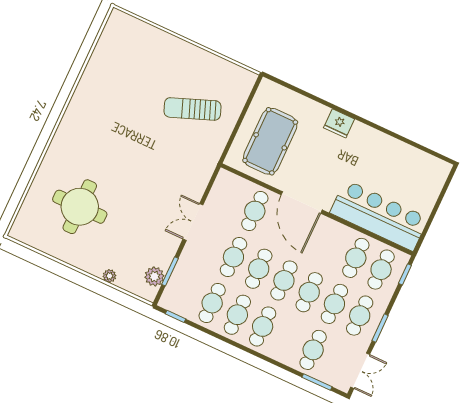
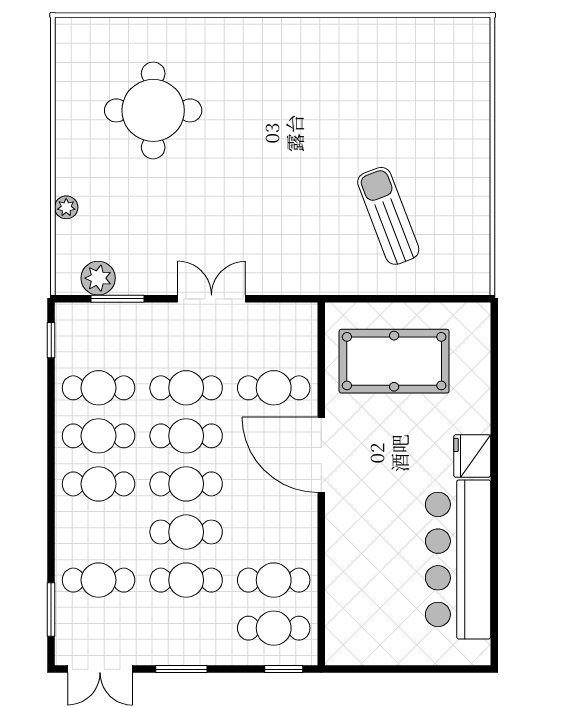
door: (302, 202) -> (321, 455), hinge flipped
bar counter: (379, 215) -> (458, 559), moved, turned 180
cafe table: (360, 316) -> (186, 628), removed

